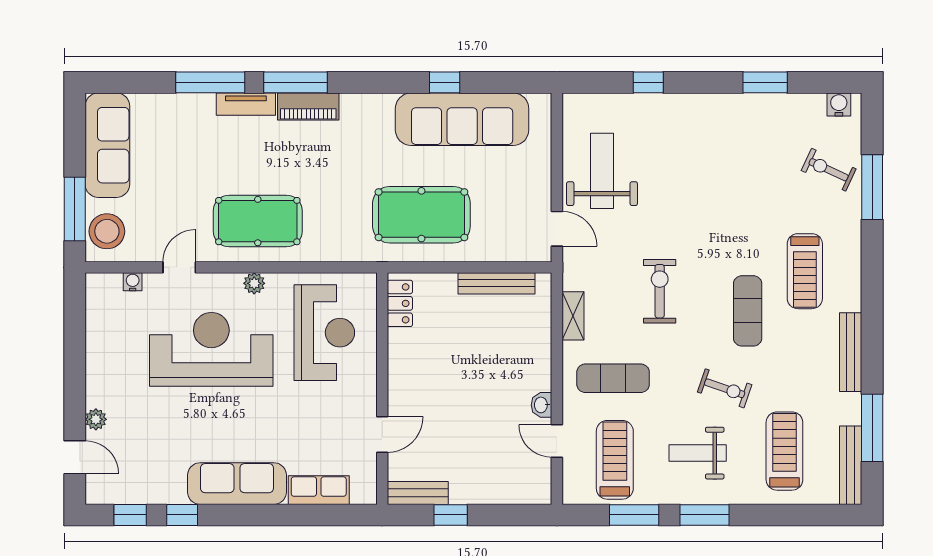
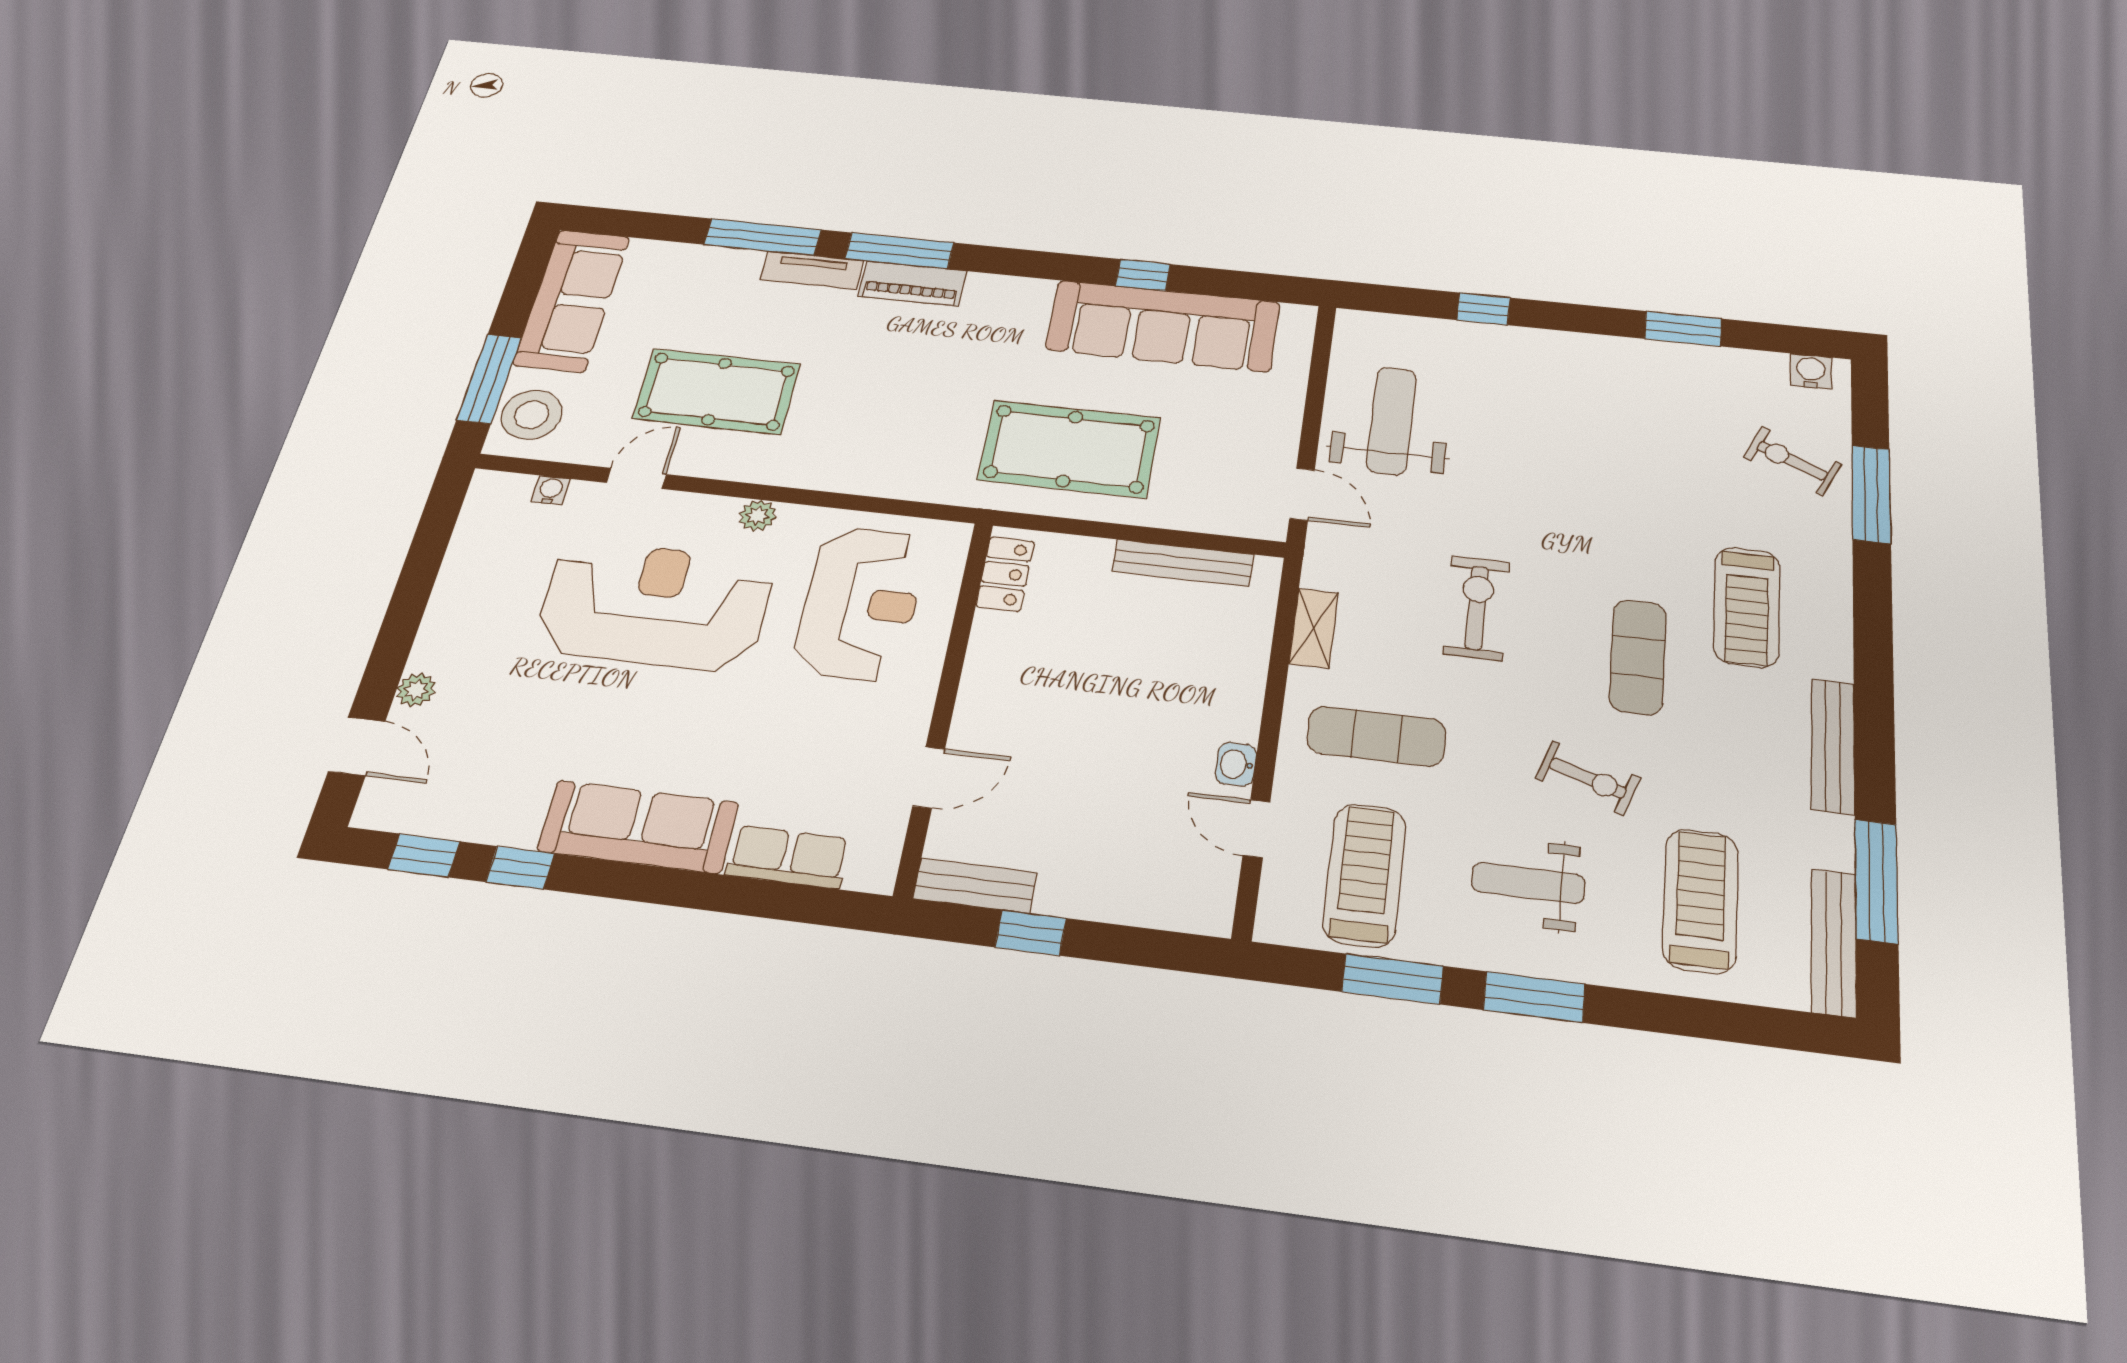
pool table: (258, 221) -> (717, 391), moved

